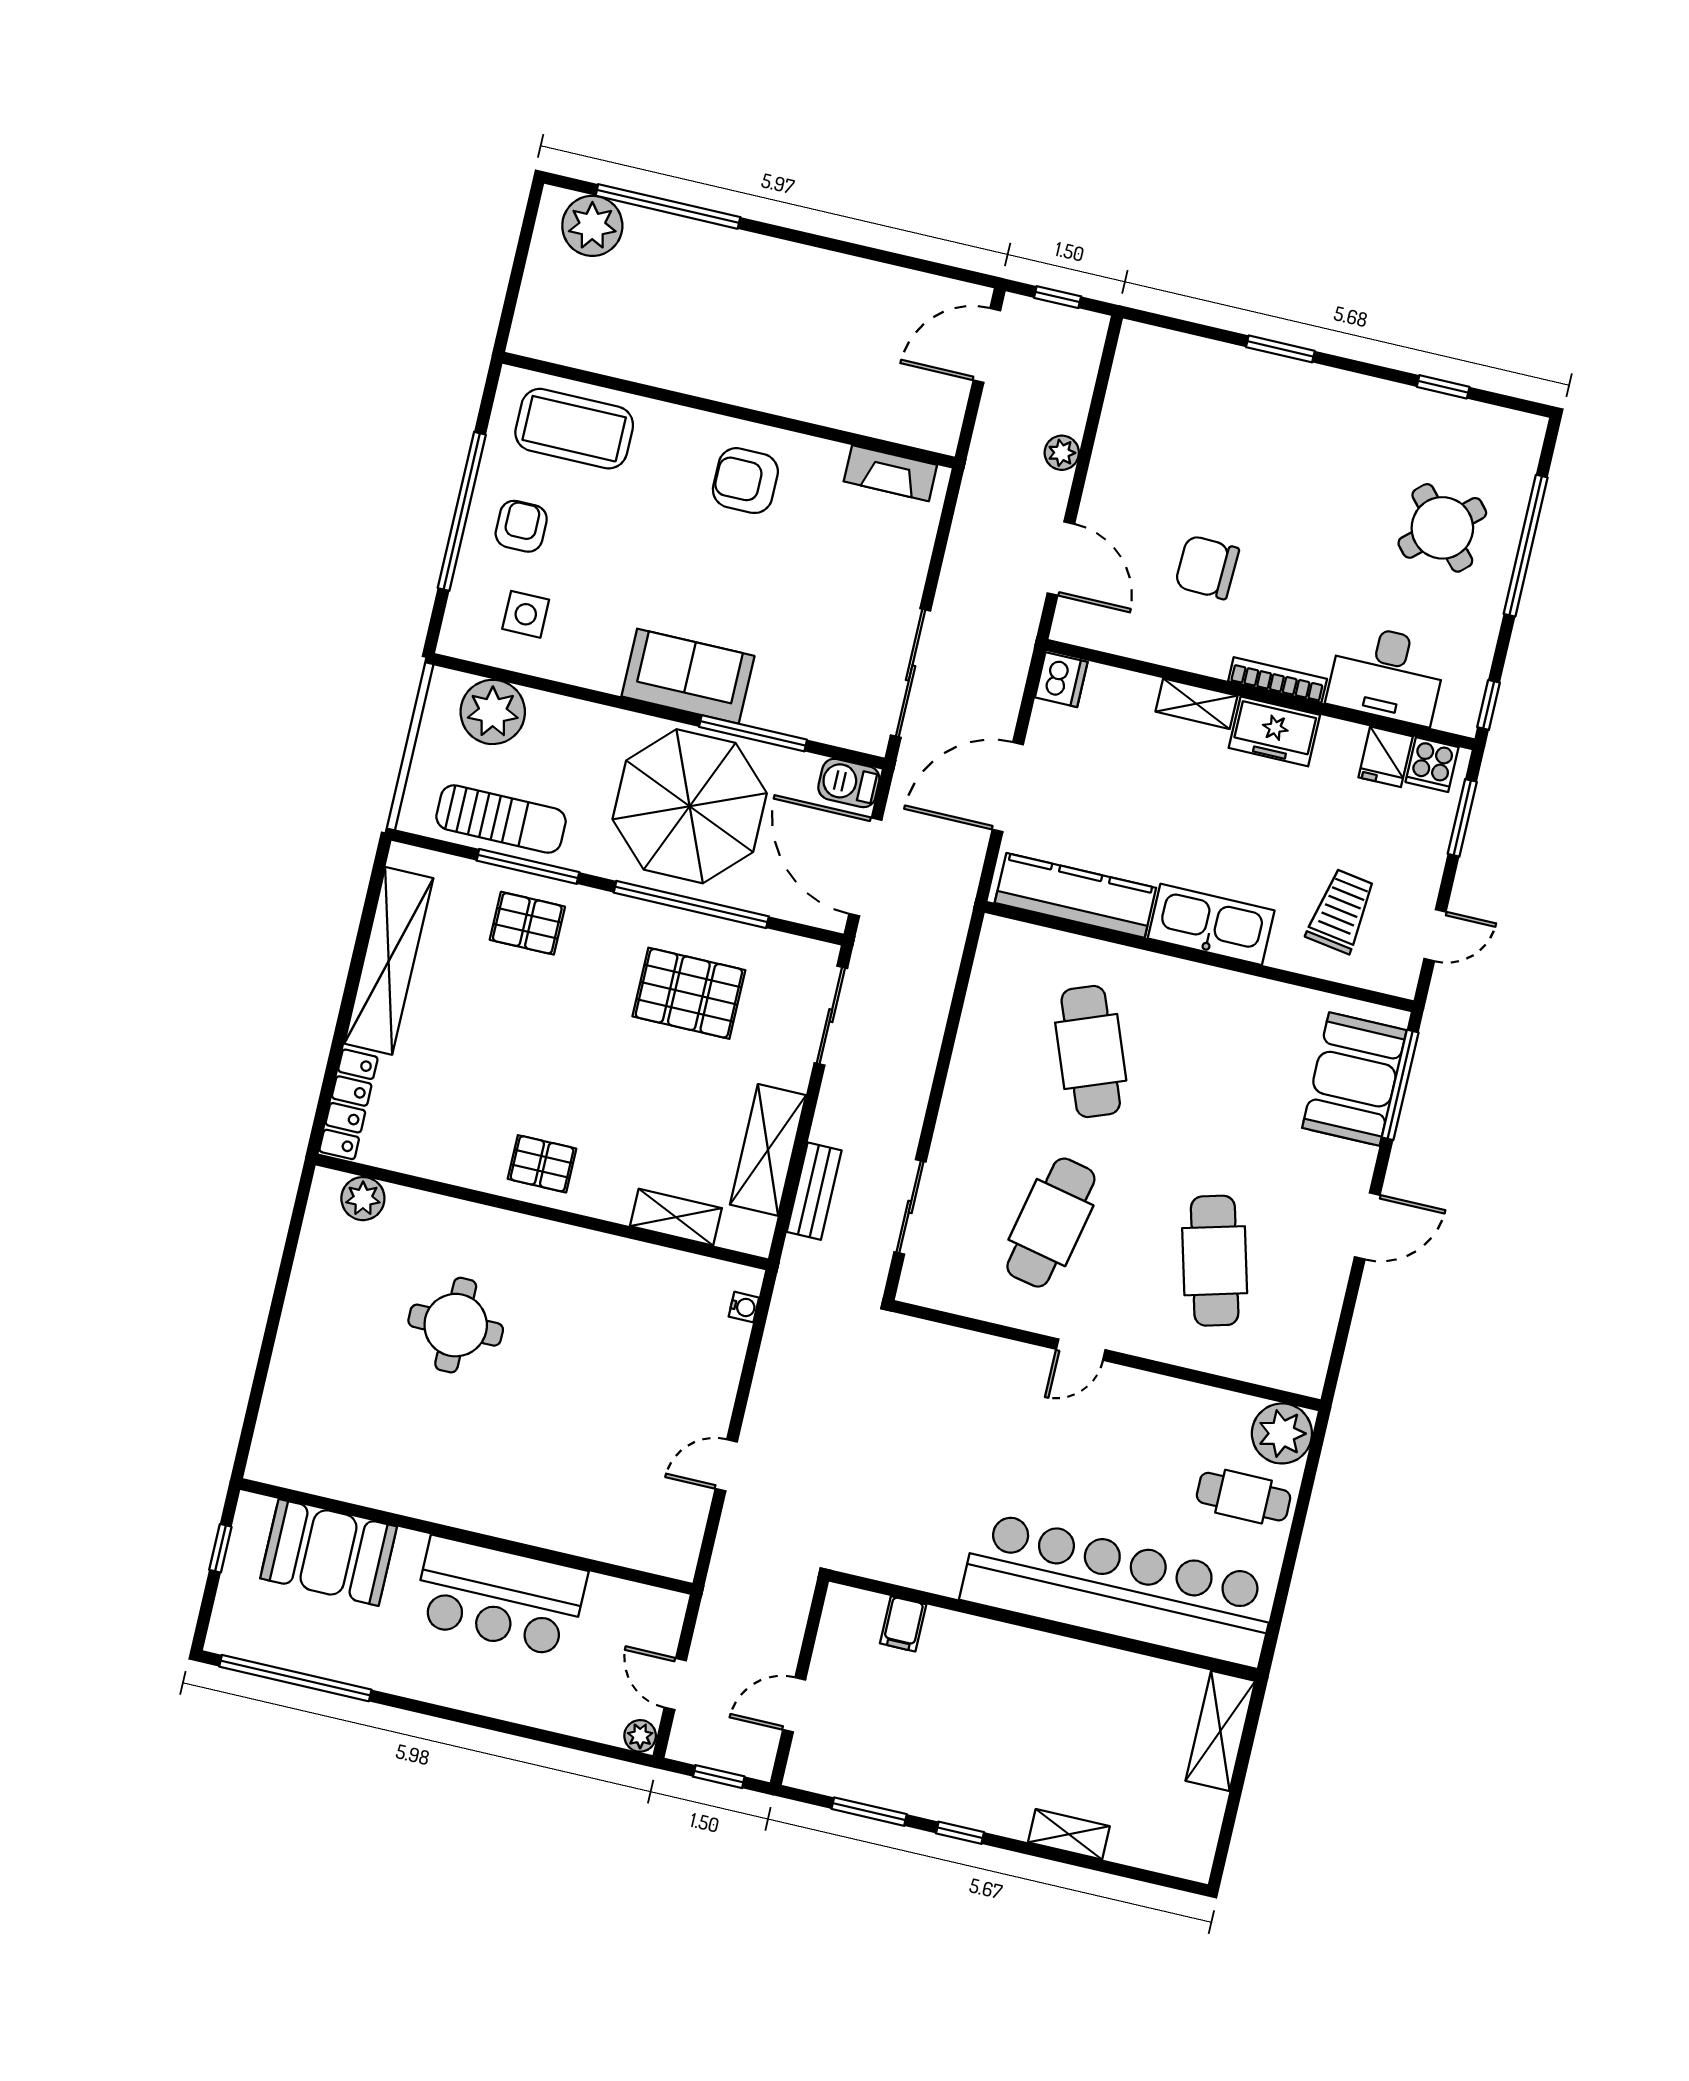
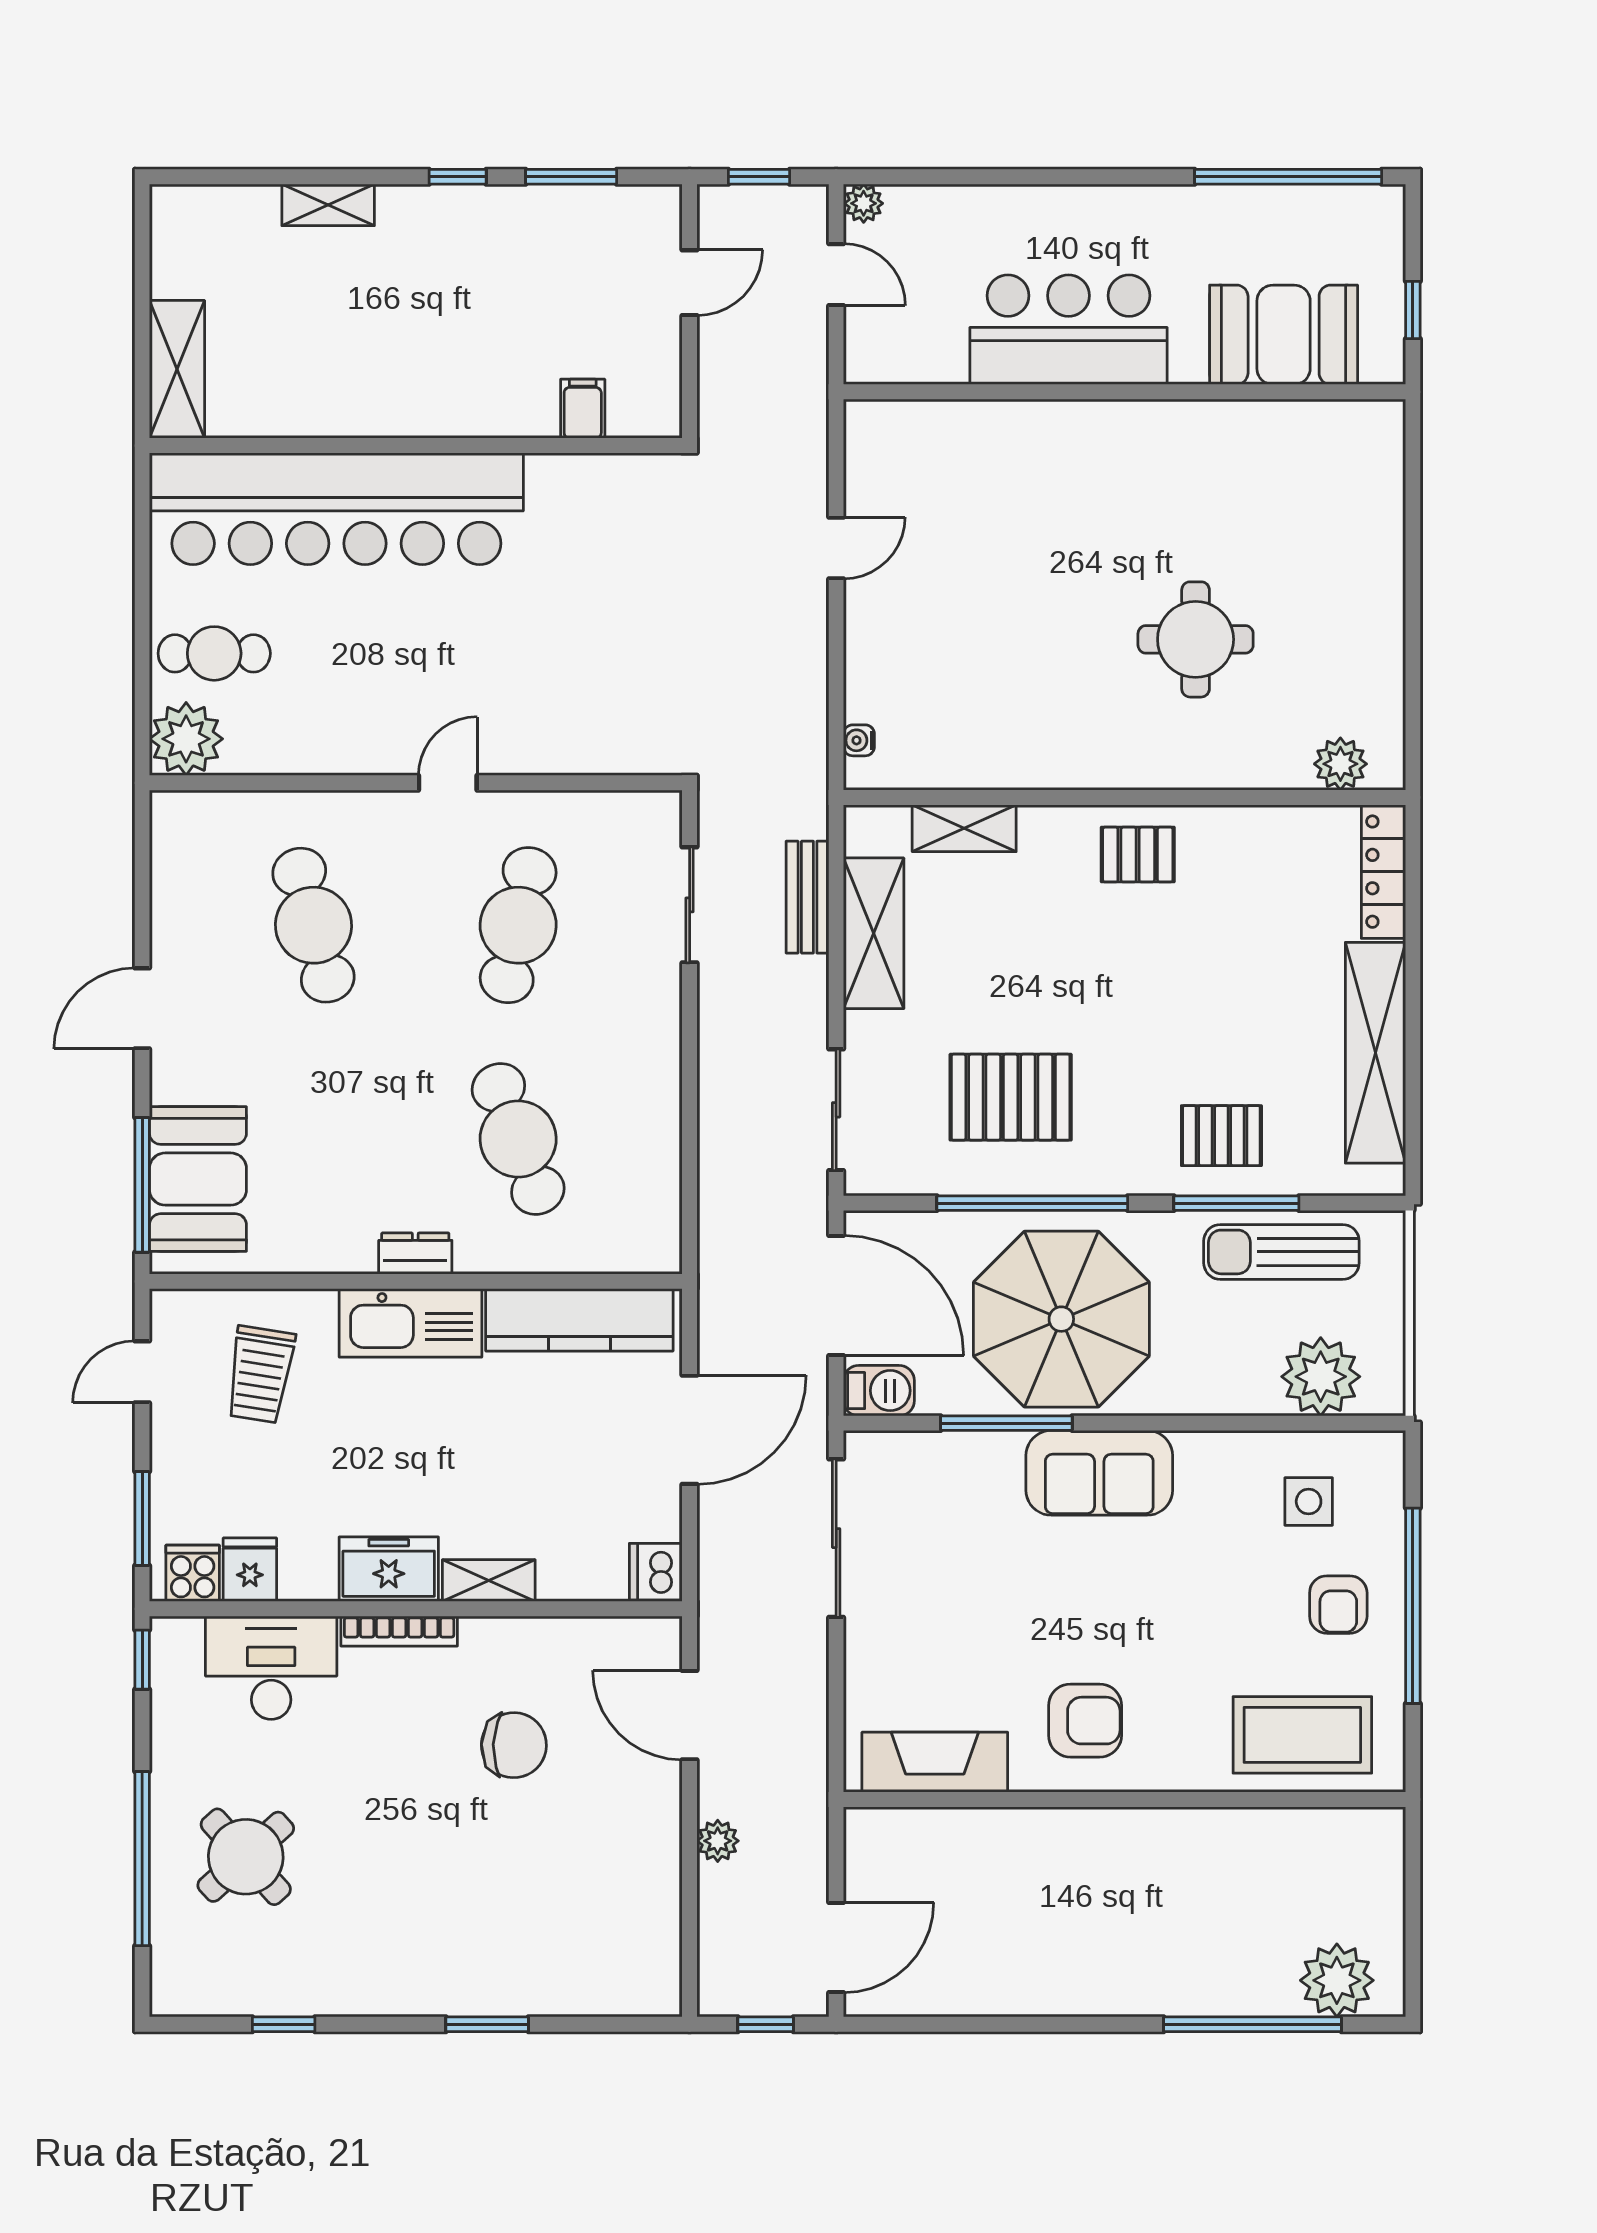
fireplace: (890, 473) -> (935, 1762), width x1.37, depth x1.32
dresser: (1194, 979) -> (415, 1253), added

